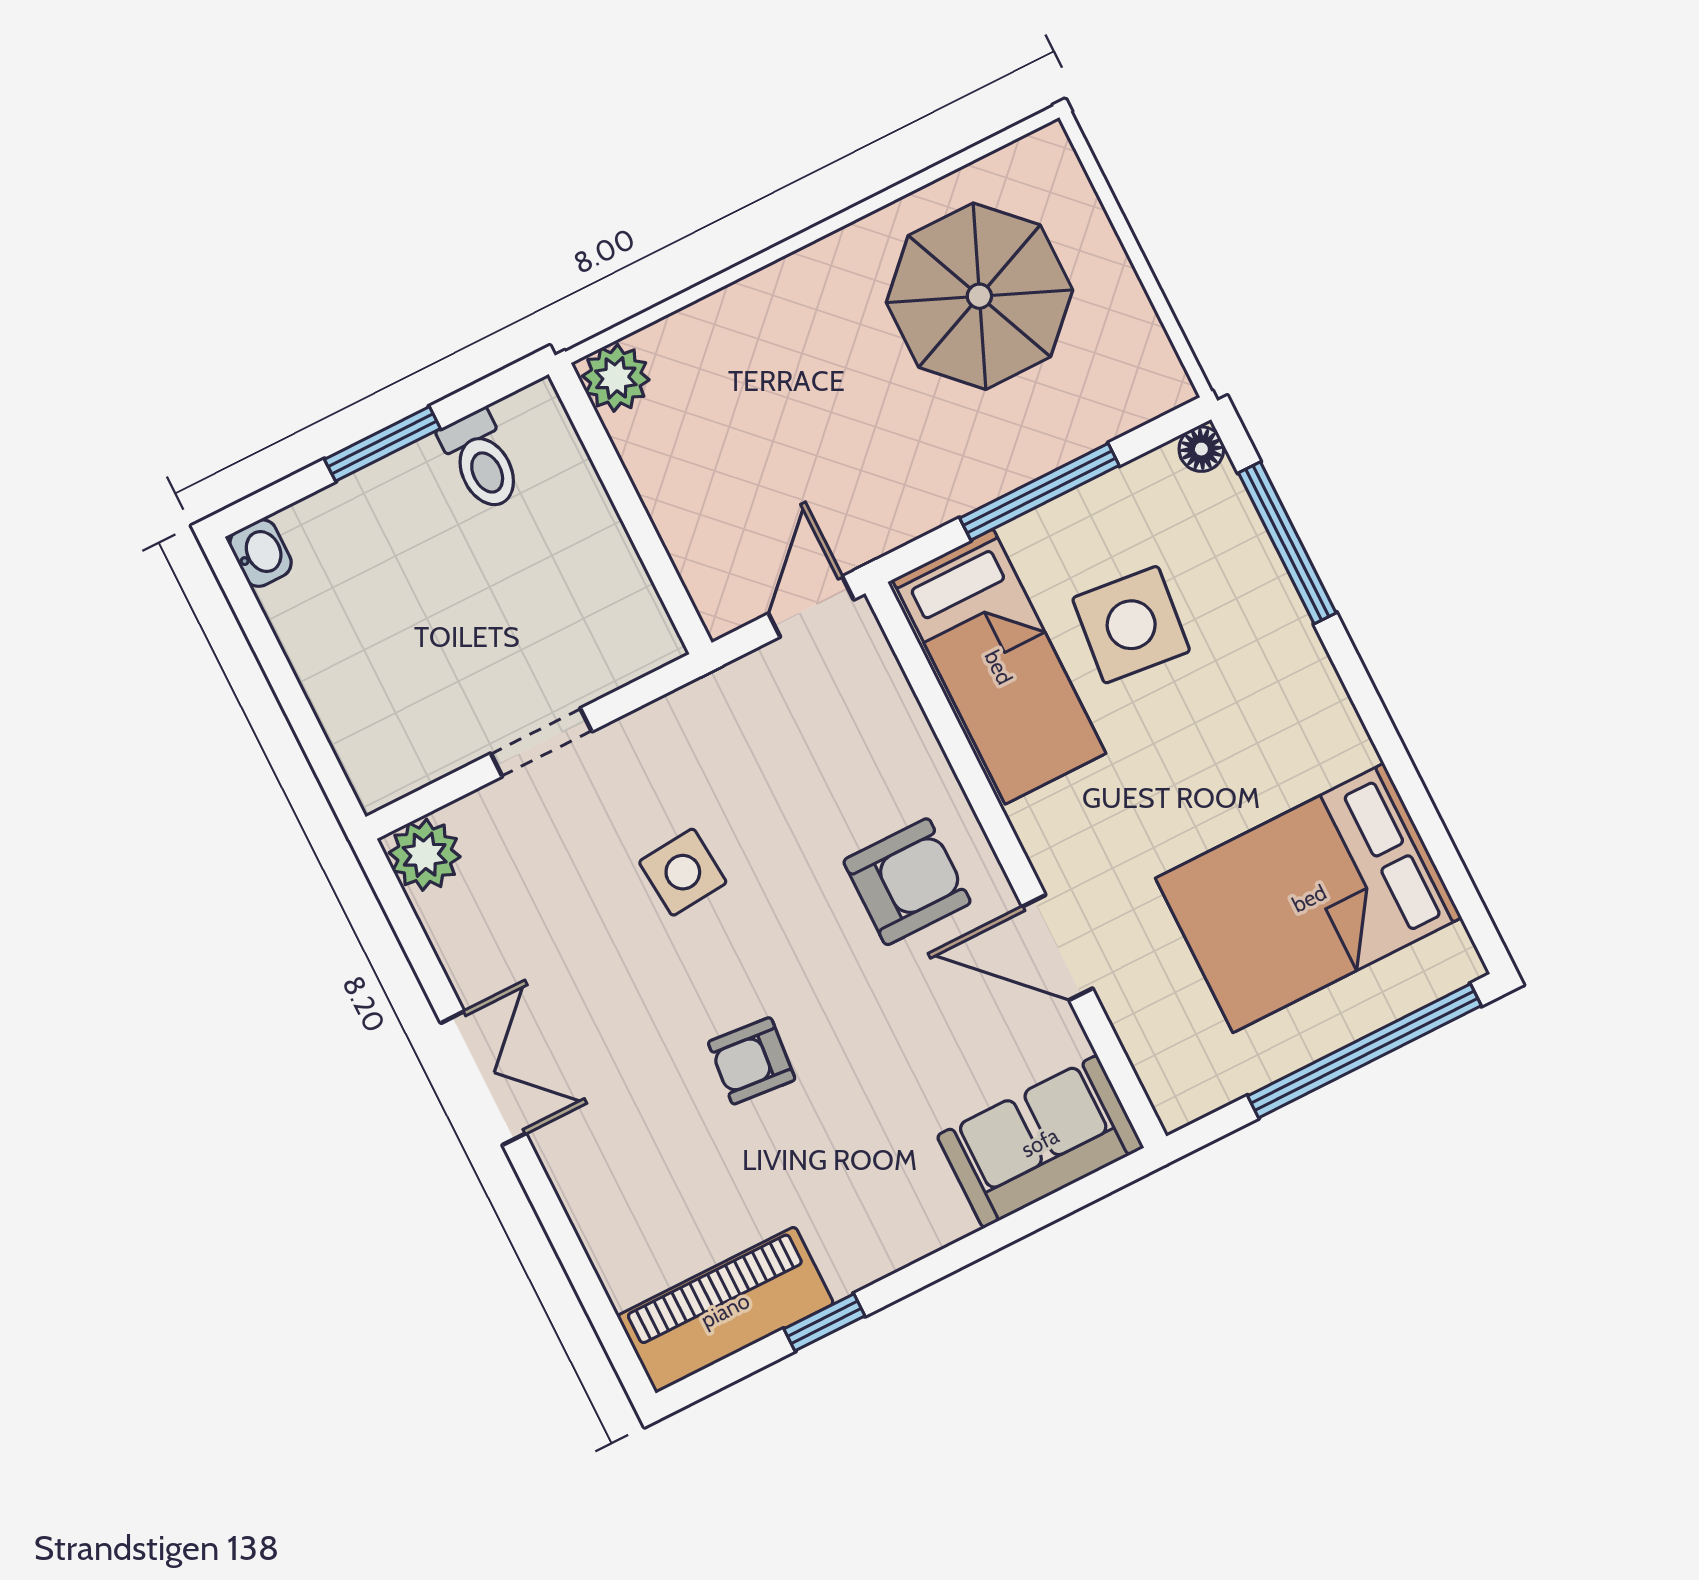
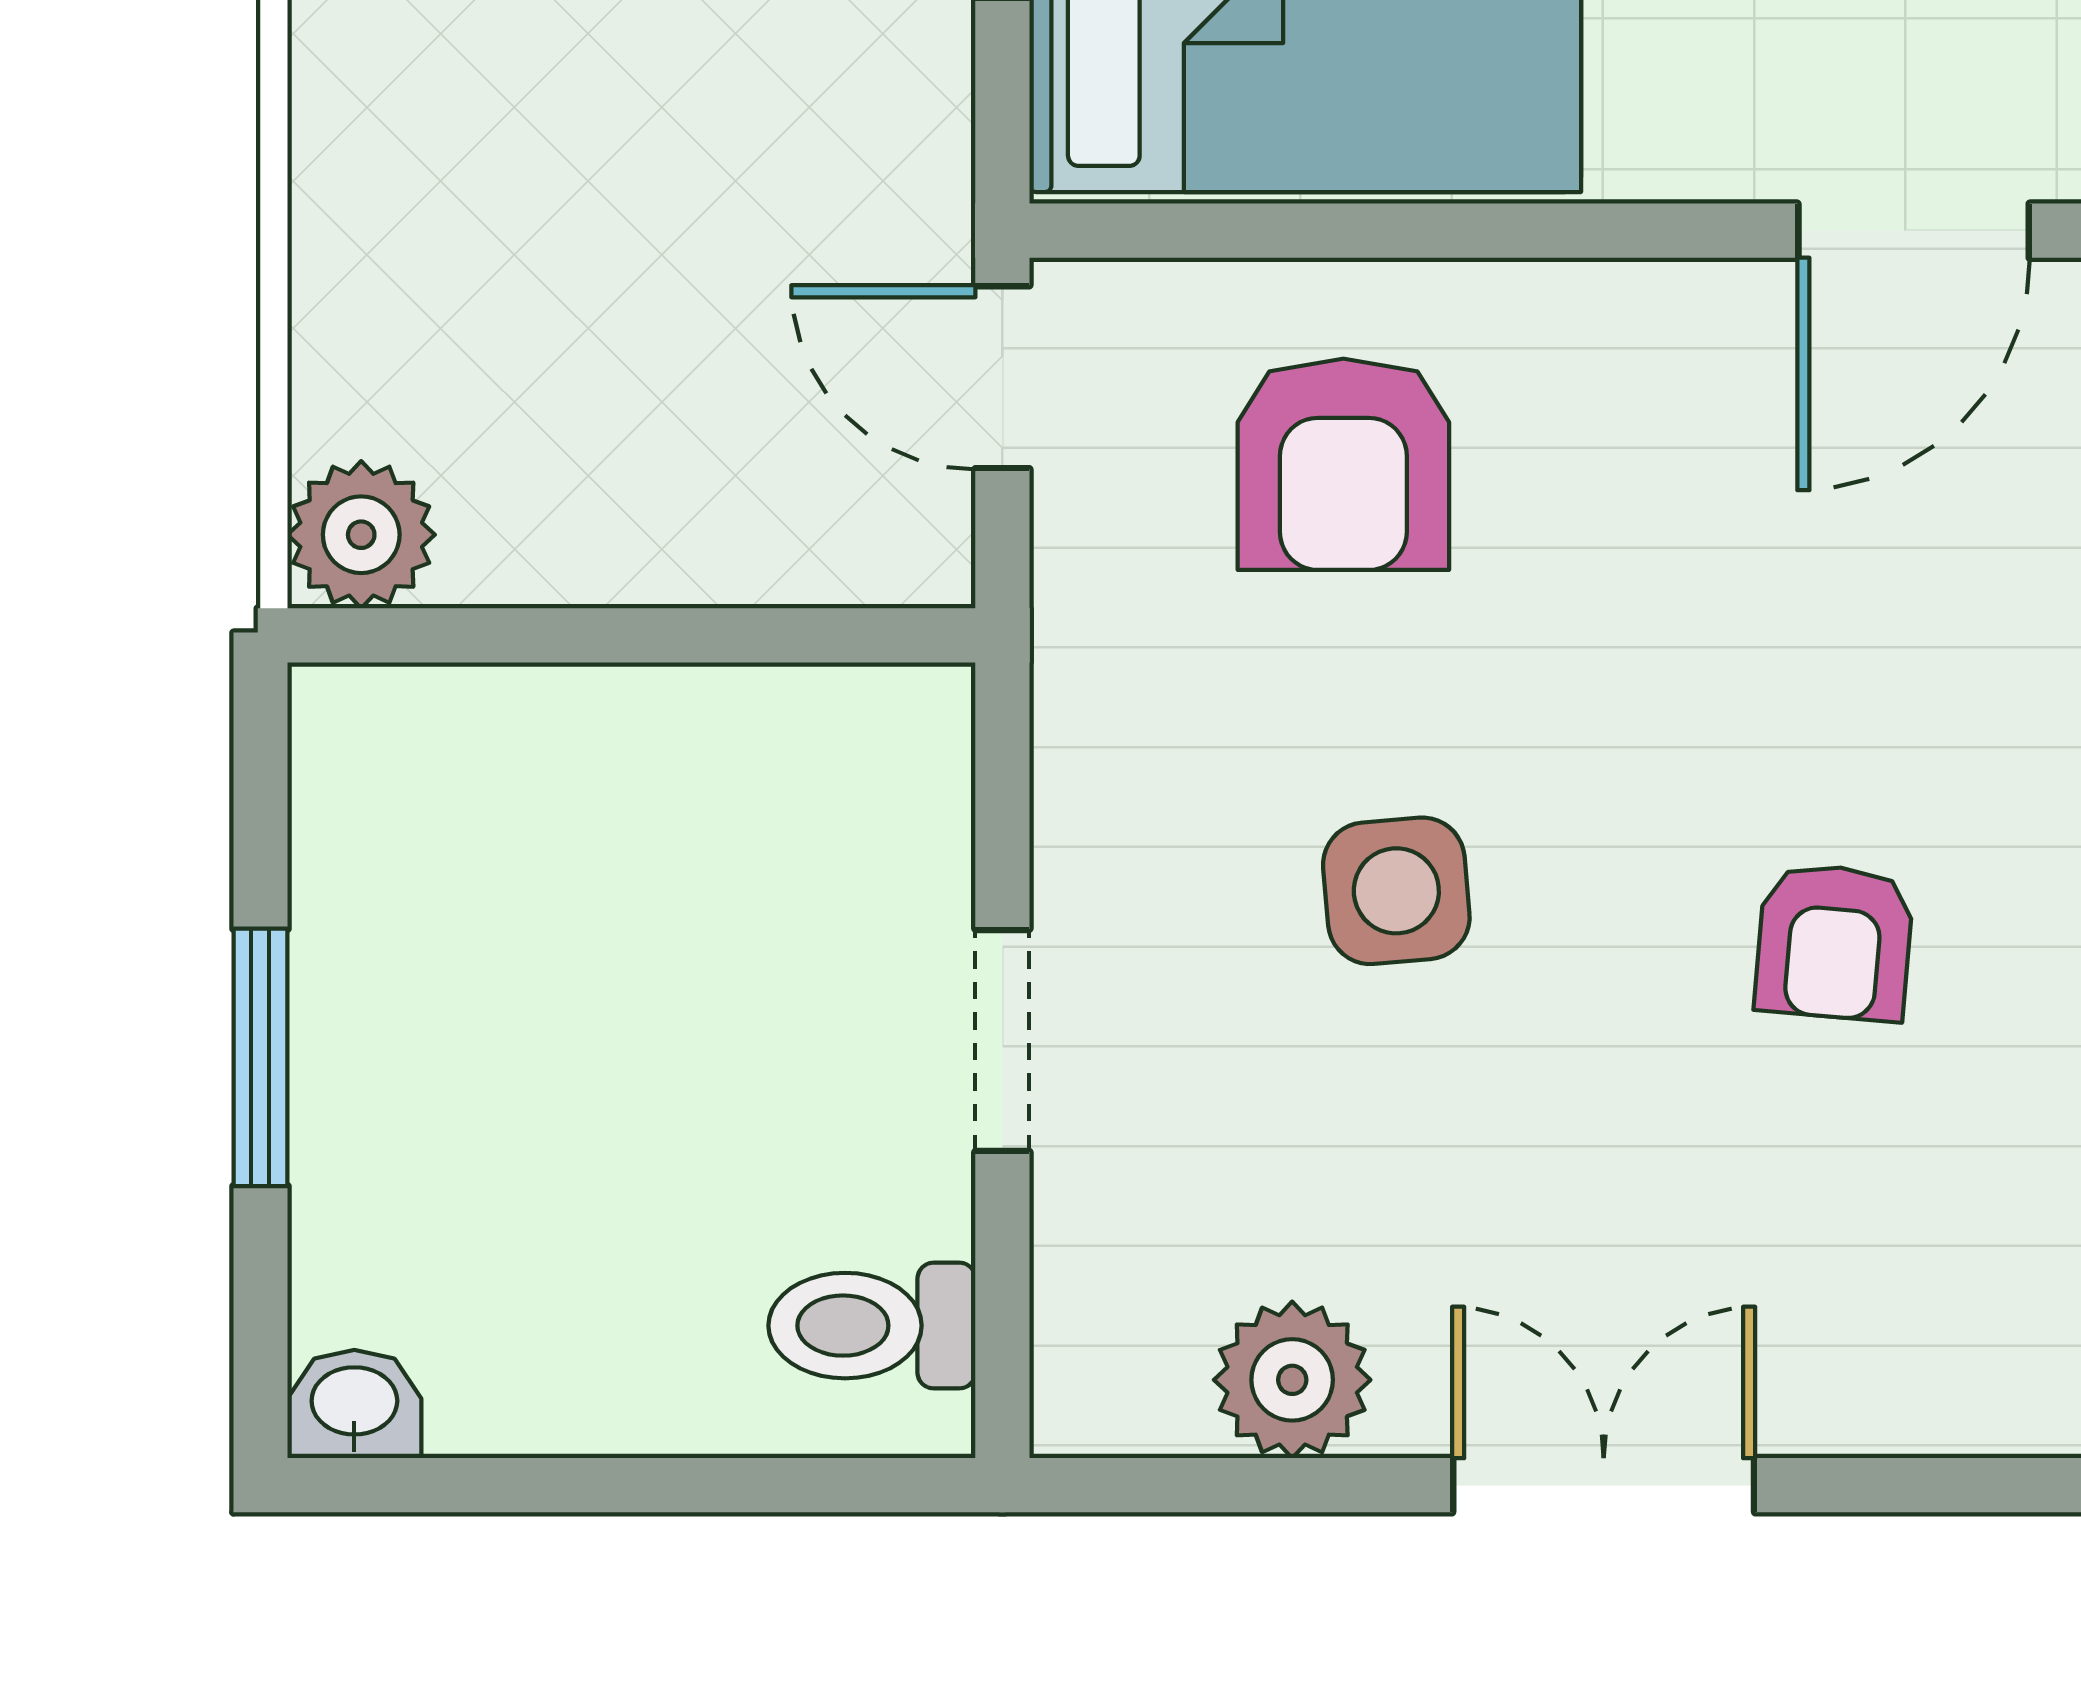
toilet: (481, 461) -> (872, 1326), moved, turned 180
plant: (425, 855) -> (1292, 1380), moved
armchair: (907, 882) -> (1343, 464), moved, turned 180

